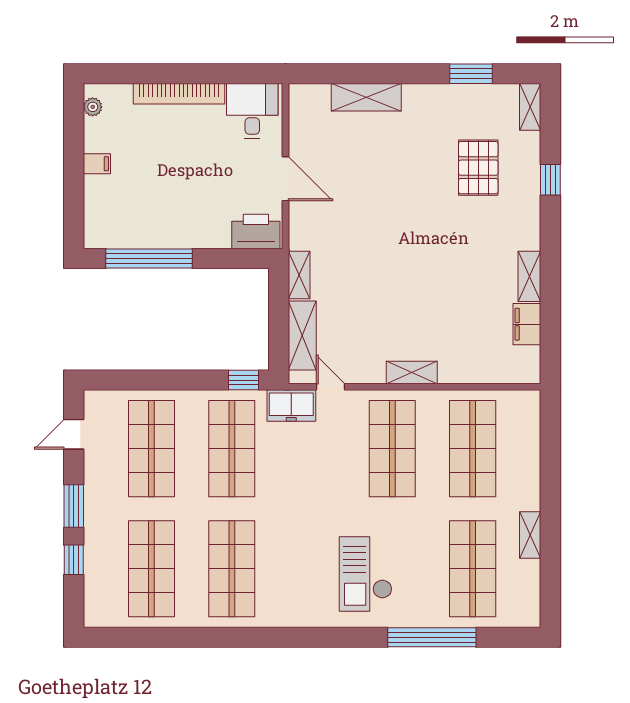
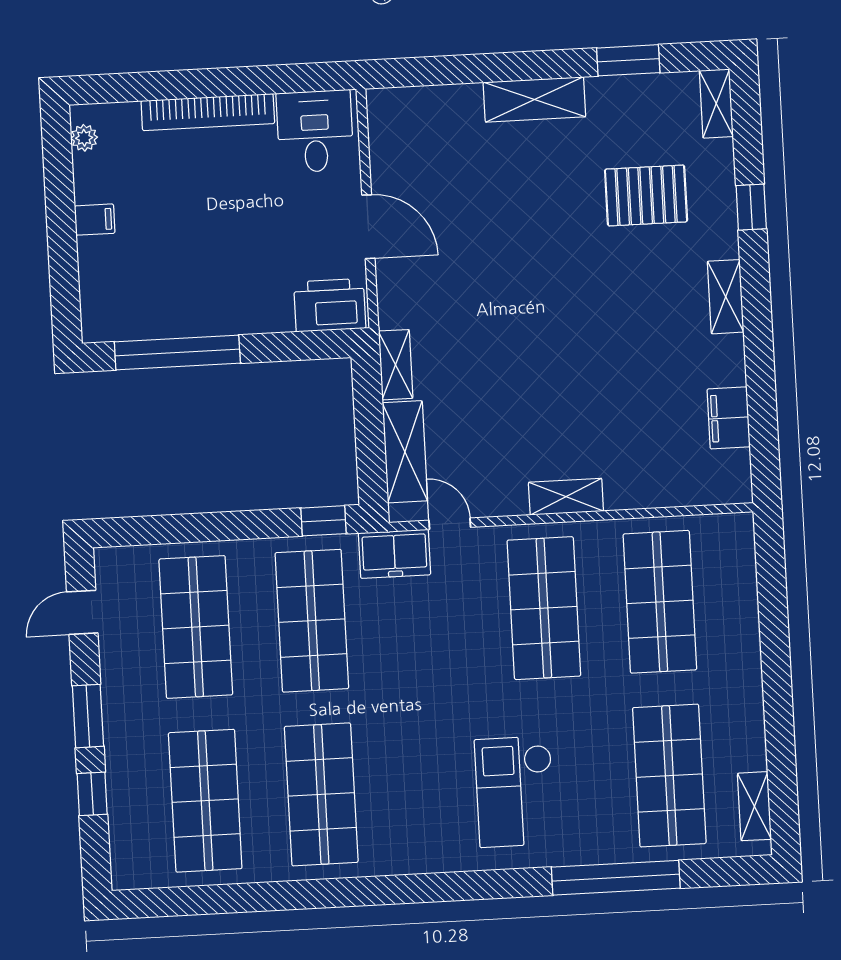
shelving: (366, 97) -> (534, 100), moved
pallet: (478, 168) -> (646, 195), turned 90
shelving: (529, 276) -> (726, 297), moved
shelving: (530, 535) -> (754, 806), moved

